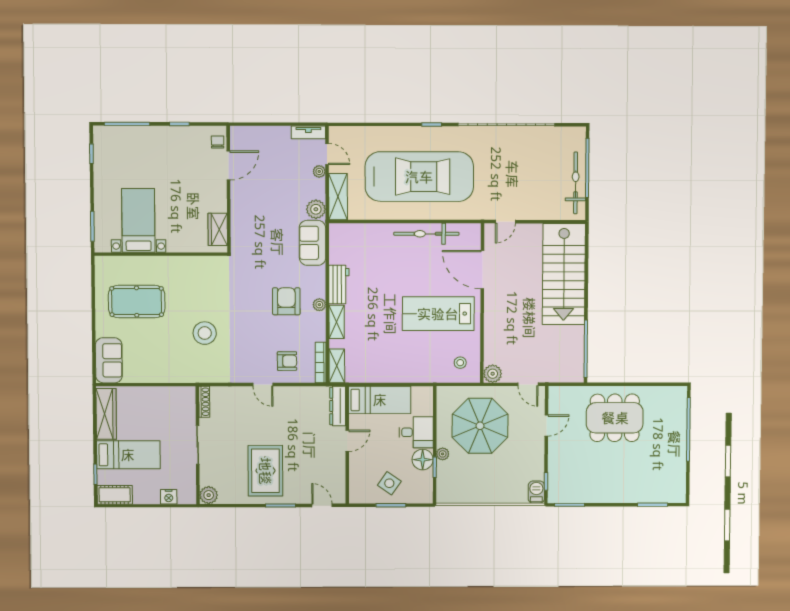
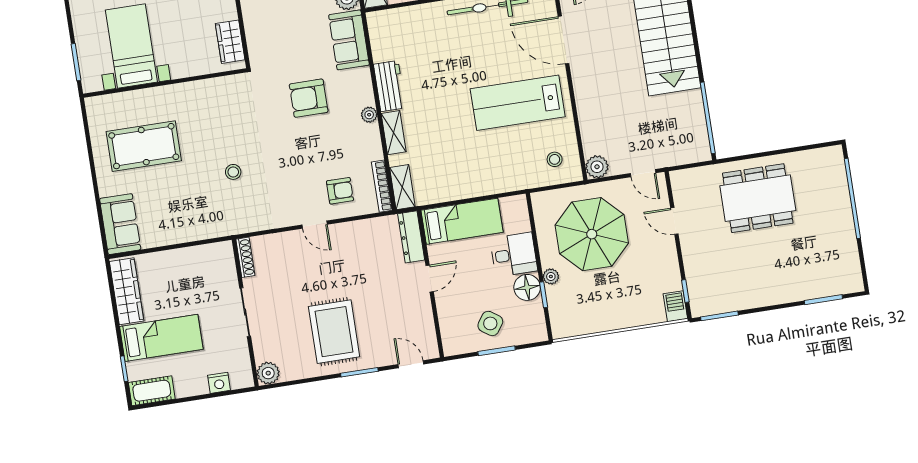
armchair: (286, 301) -> (309, 98), moved, turned -90
stool: (205, 333) -> (233, 172), width x0.53, depth x0.53
door: (546, 425) -> (674, 221), swing flipped

